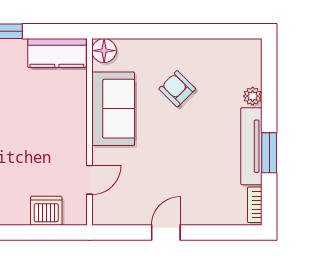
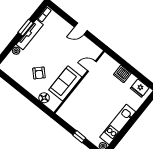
floor lamp: (104, 51) -> (44, 98), moved
kitchen counter: (57, 53) -> (69, 117), removed
dishwasher: (46, 211) -> (122, 74), moved

